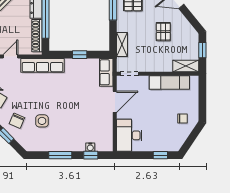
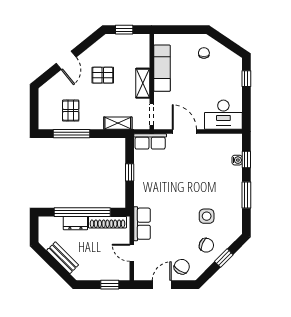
row of seats: (43, 65) -> (142, 224), width x0.68
shelving: (186, 66) -> (143, 83), moved

